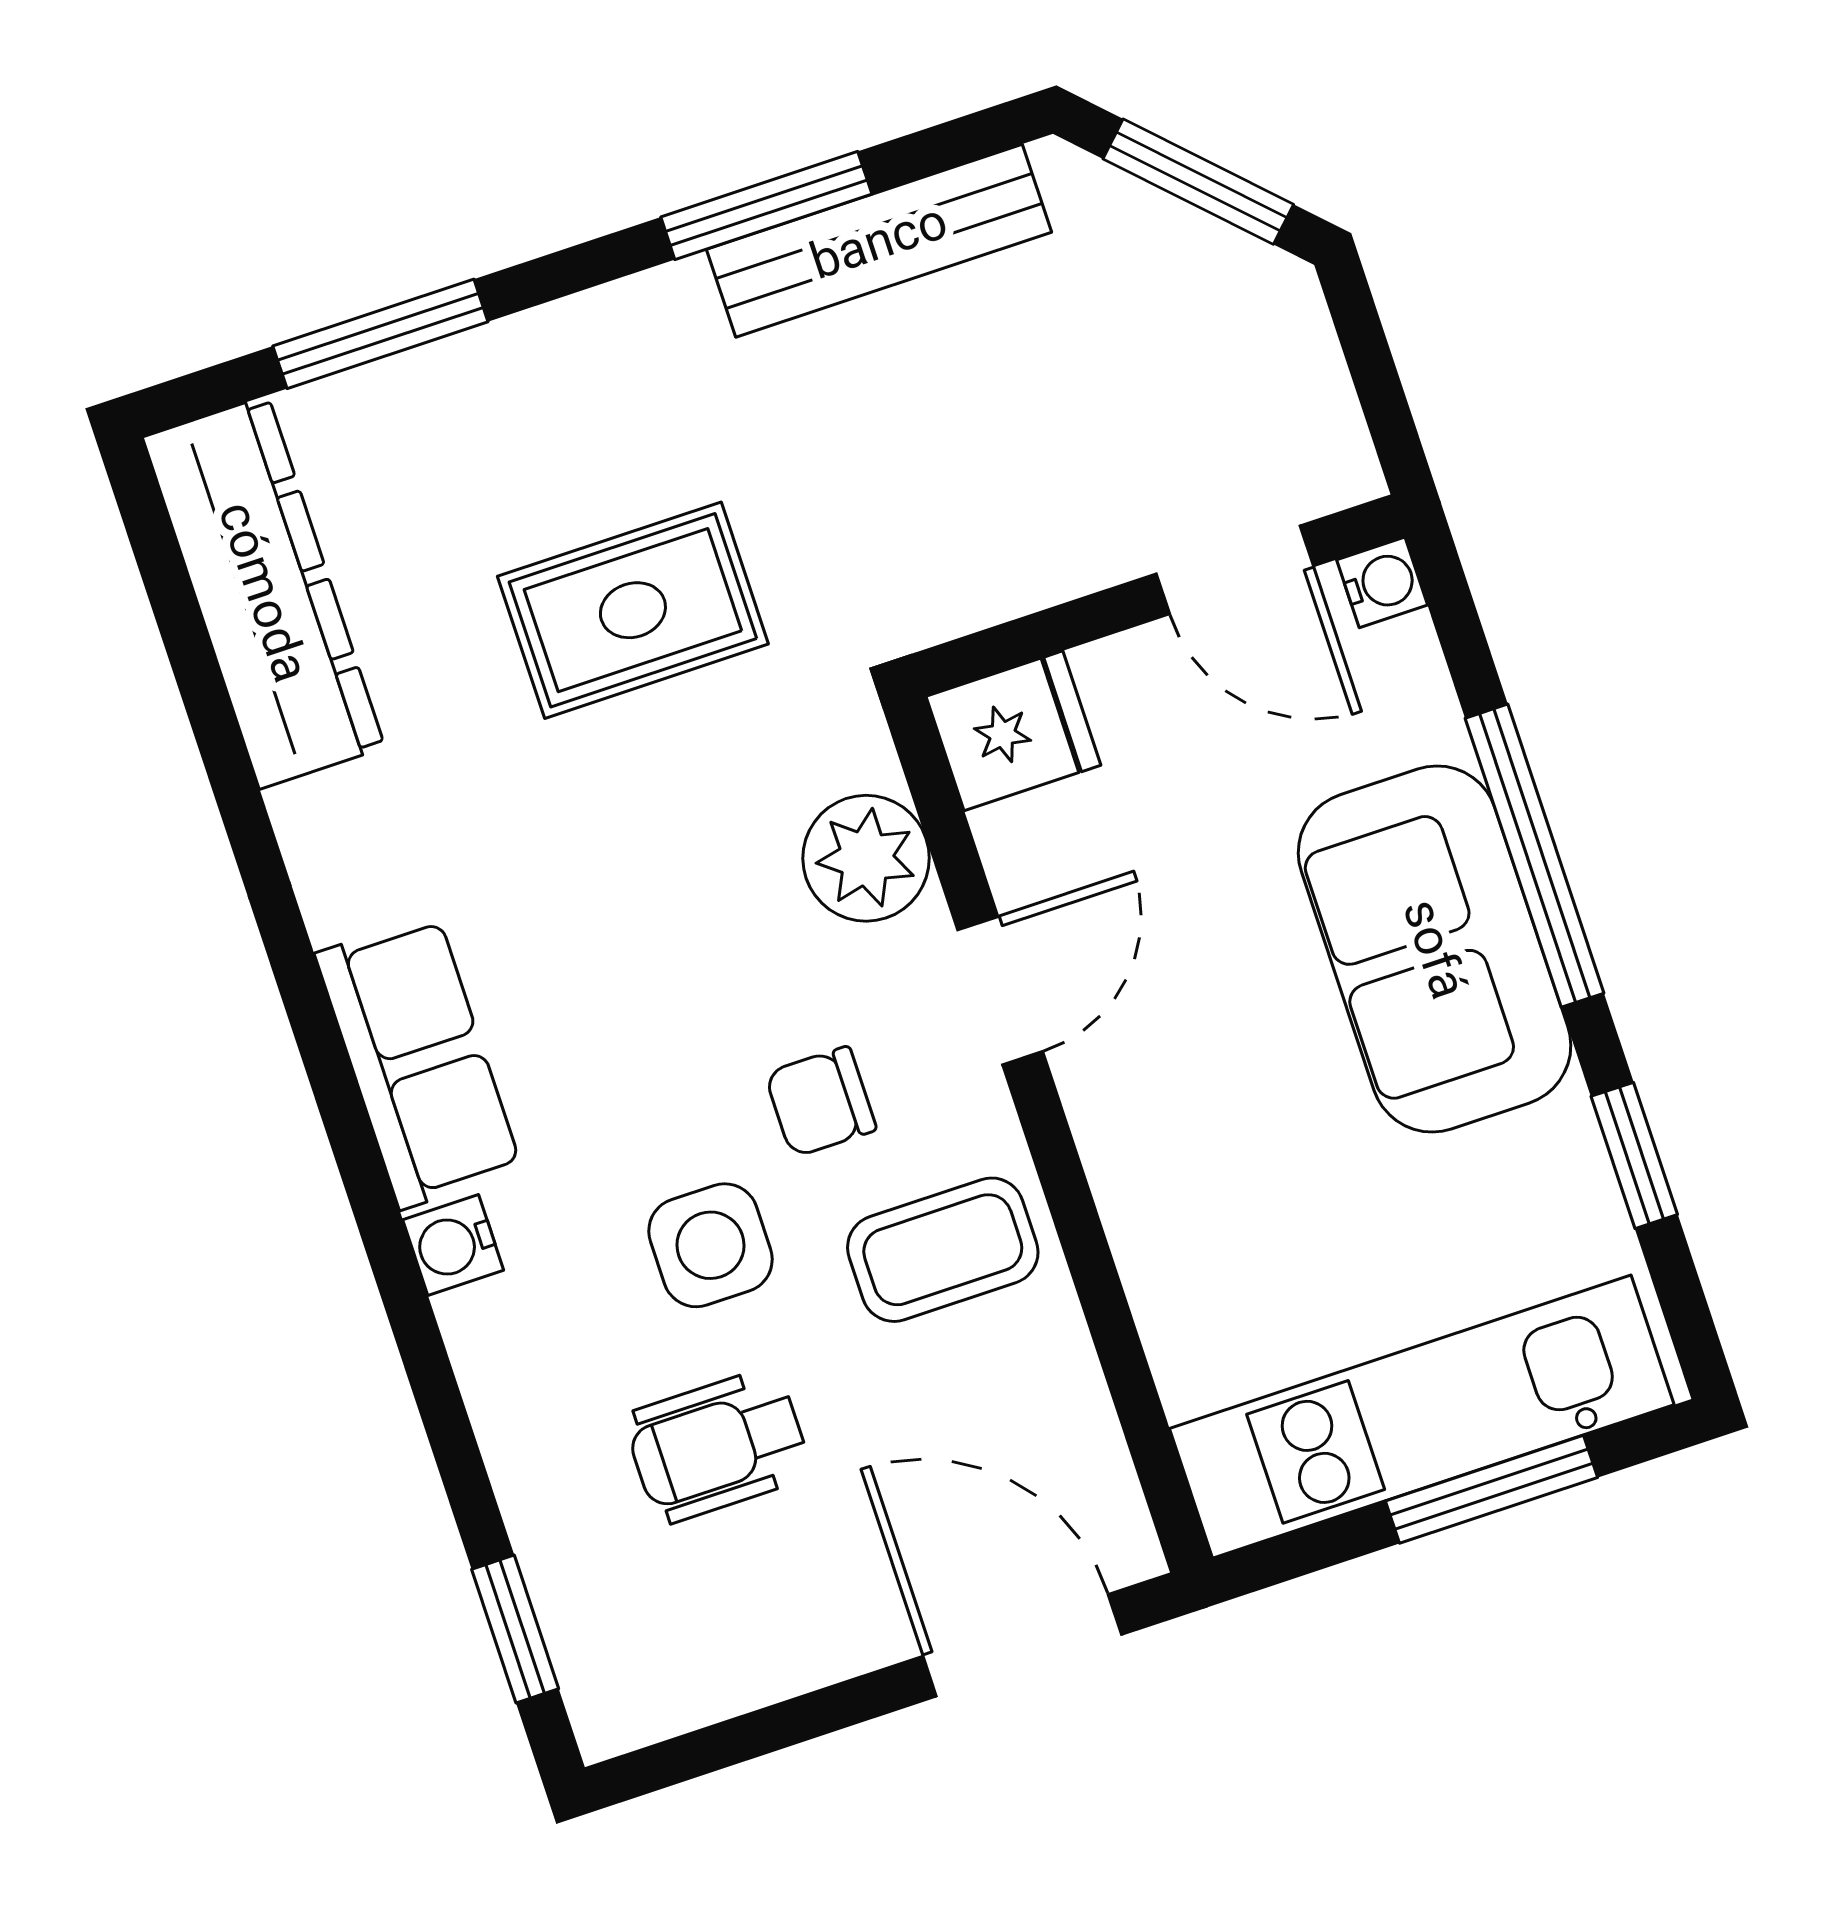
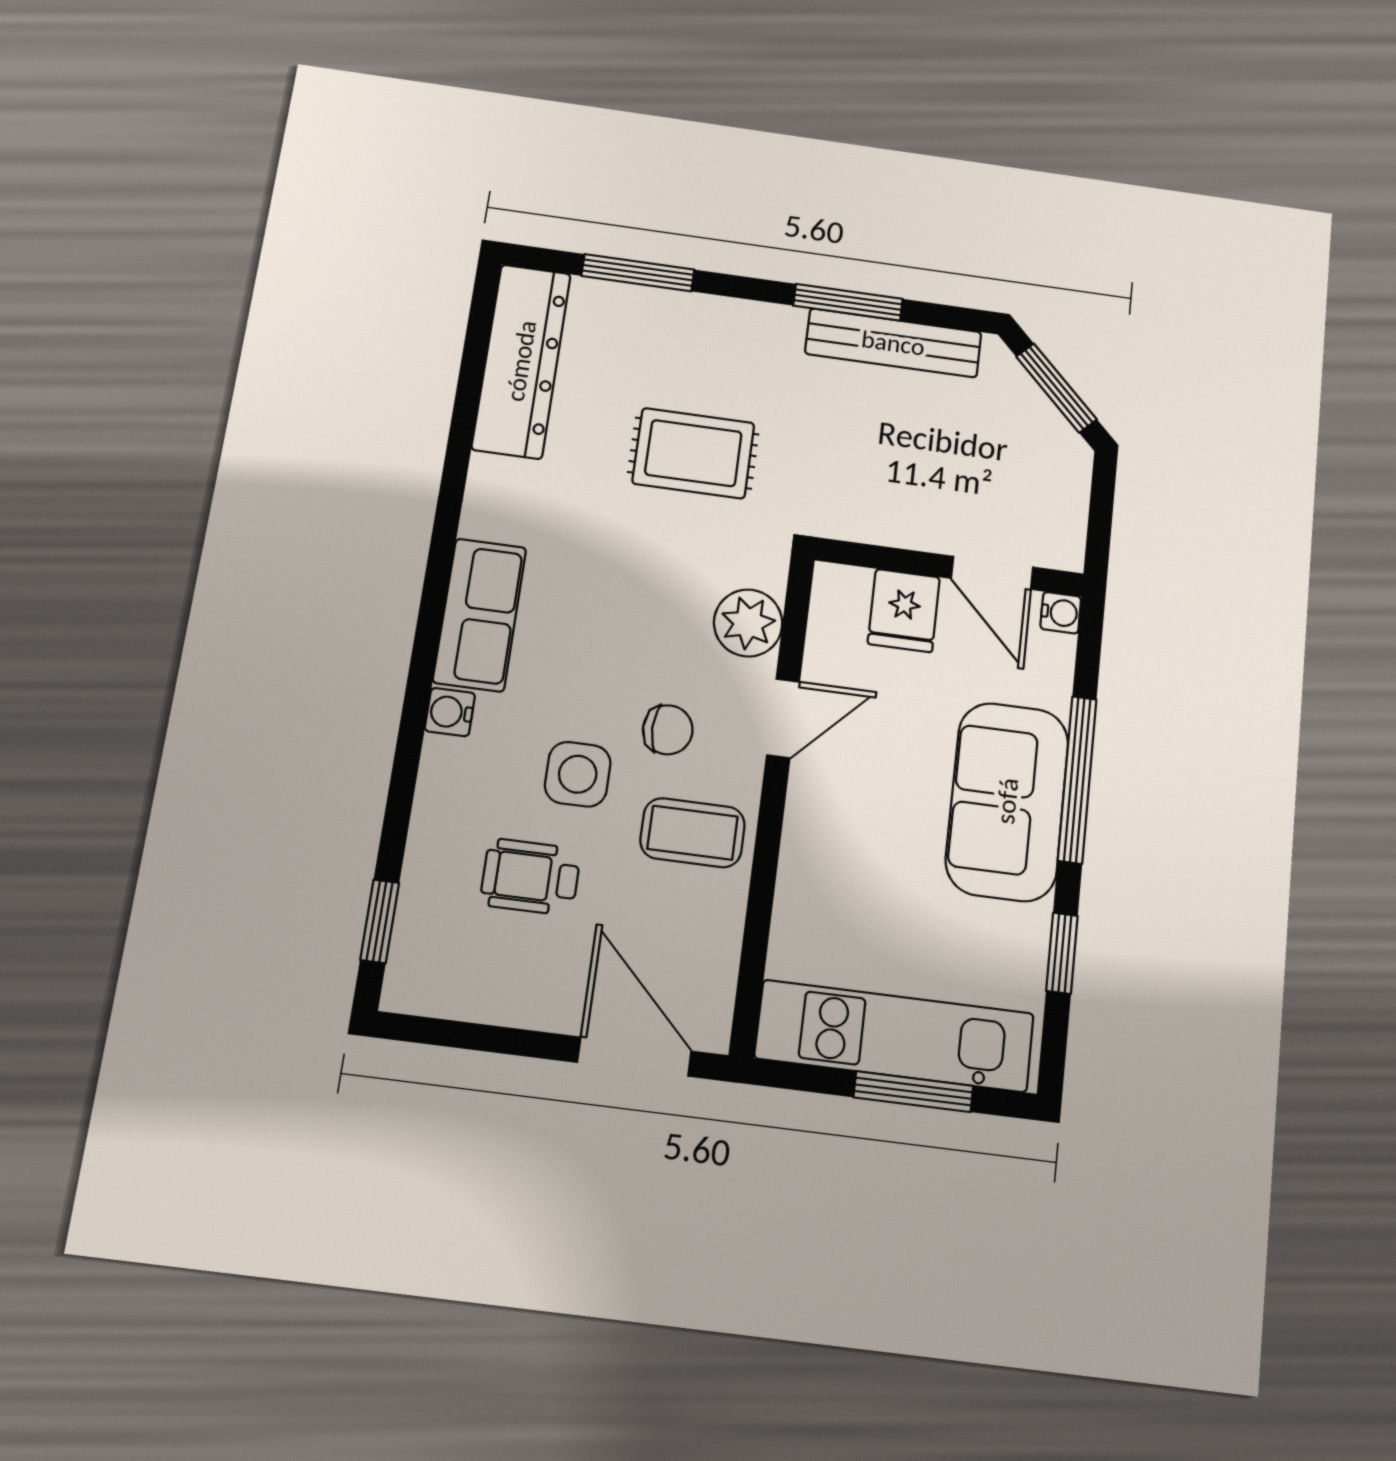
fridge: (1013, 731) -> (904, 611), moved, turned 90
chair: (821, 1102) -> (668, 730), turned 180

